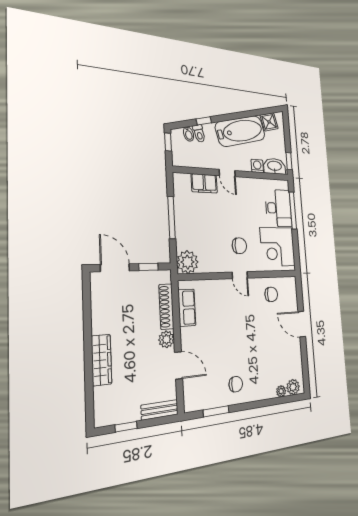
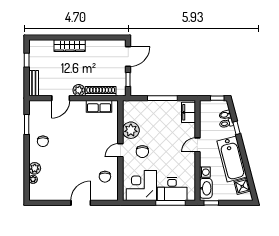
filing cabinet: (204, 183) -> (188, 112), moved
plant: (188, 262) -> (131, 130), moved
plant: (293, 387) -> (35, 168), moved

